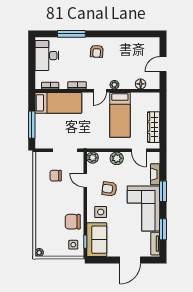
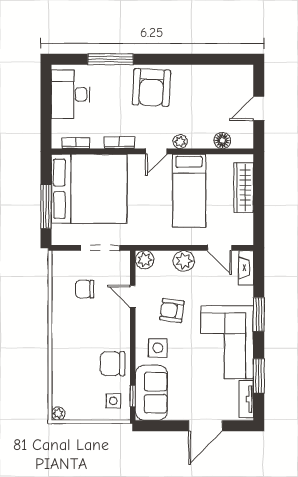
armchair: (97, 51) -> (151, 87), width x1.88, depth x1.88
bed: (58, 103) -> (89, 189), width x2.04
wardrobe: (154, 127) -> (244, 188), moved
fireplace: (155, 174) -> (246, 268), moved

